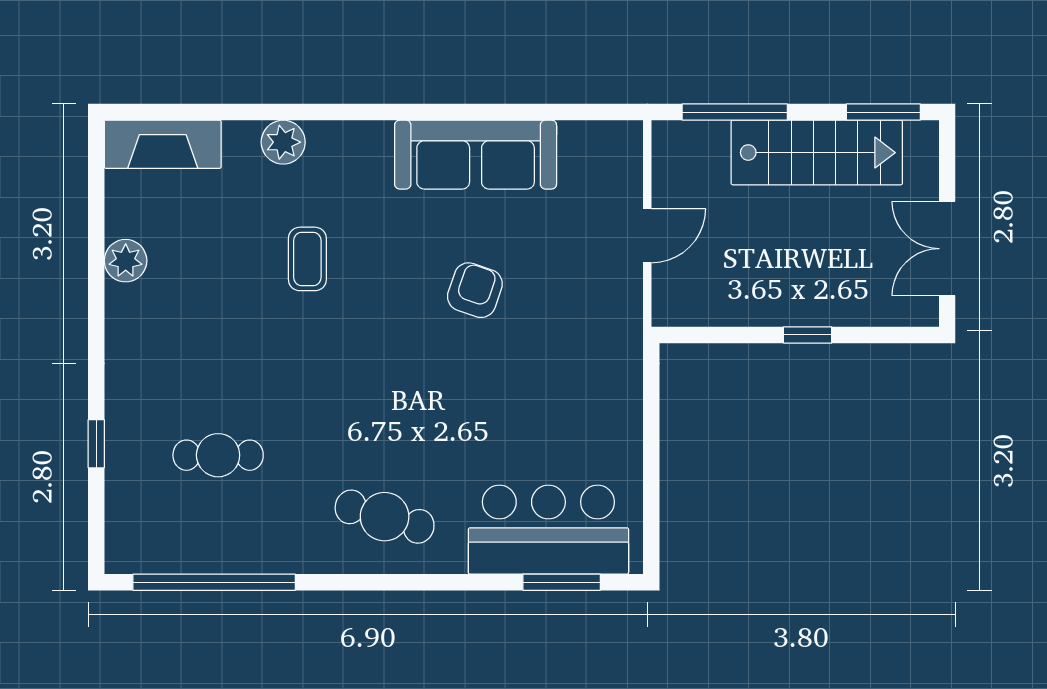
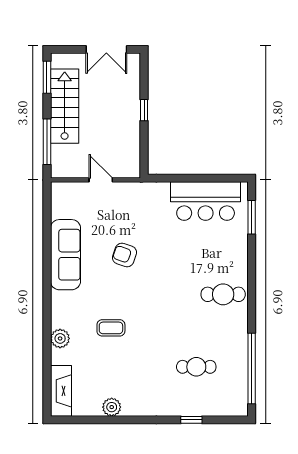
cafe table: (218, 455) -> (196, 367), turned 90
cafe table: (385, 517) -> (223, 294), turned 74
bar counter: (548, 530) -> (206, 201), moved, turned -90

